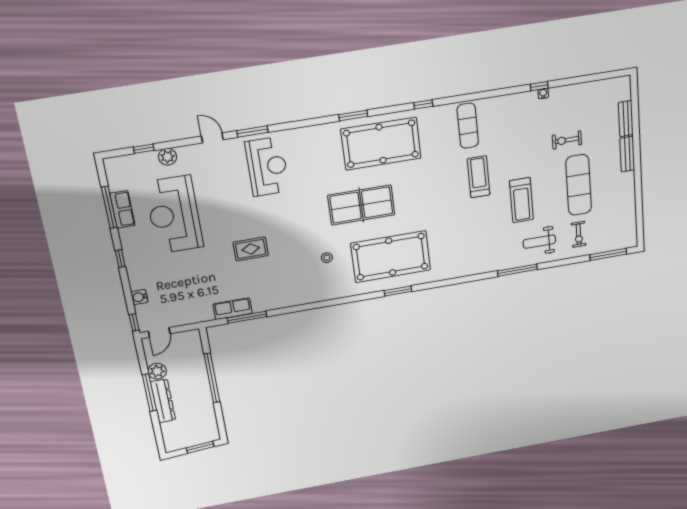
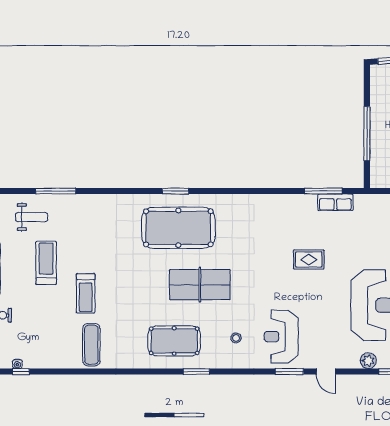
window: (423, 104) -> (131, 372), removed
pool table: (381, 144) -> (174, 341), width x0.73, depth x0.76
stool: (327, 258) -> (236, 338), moved

